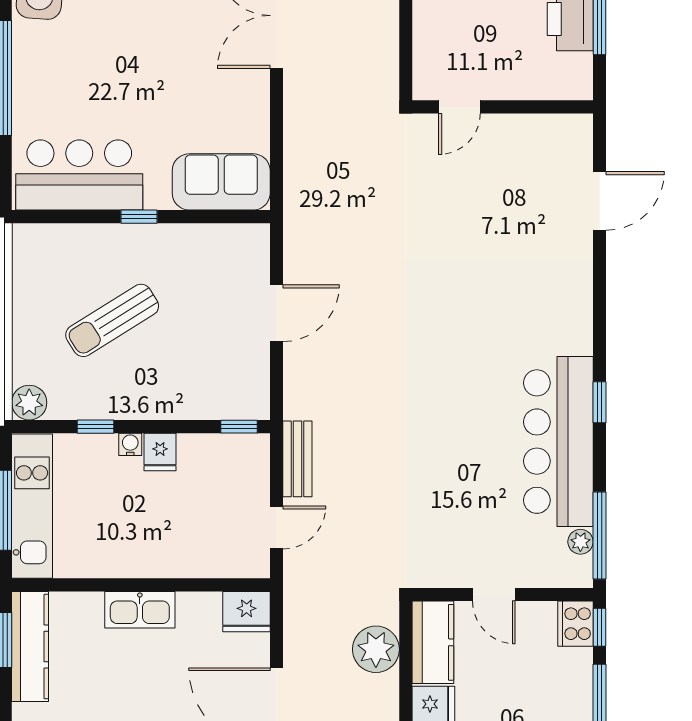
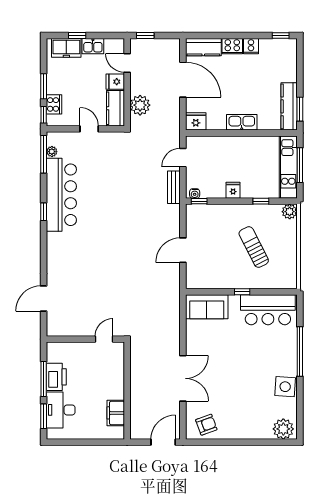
sun lounger: (112, 320) -> (254, 247), turned -85
water cooler: (130, 444) -> (195, 194), moved
cooker: (576, 624) -> (54, 104), moved

